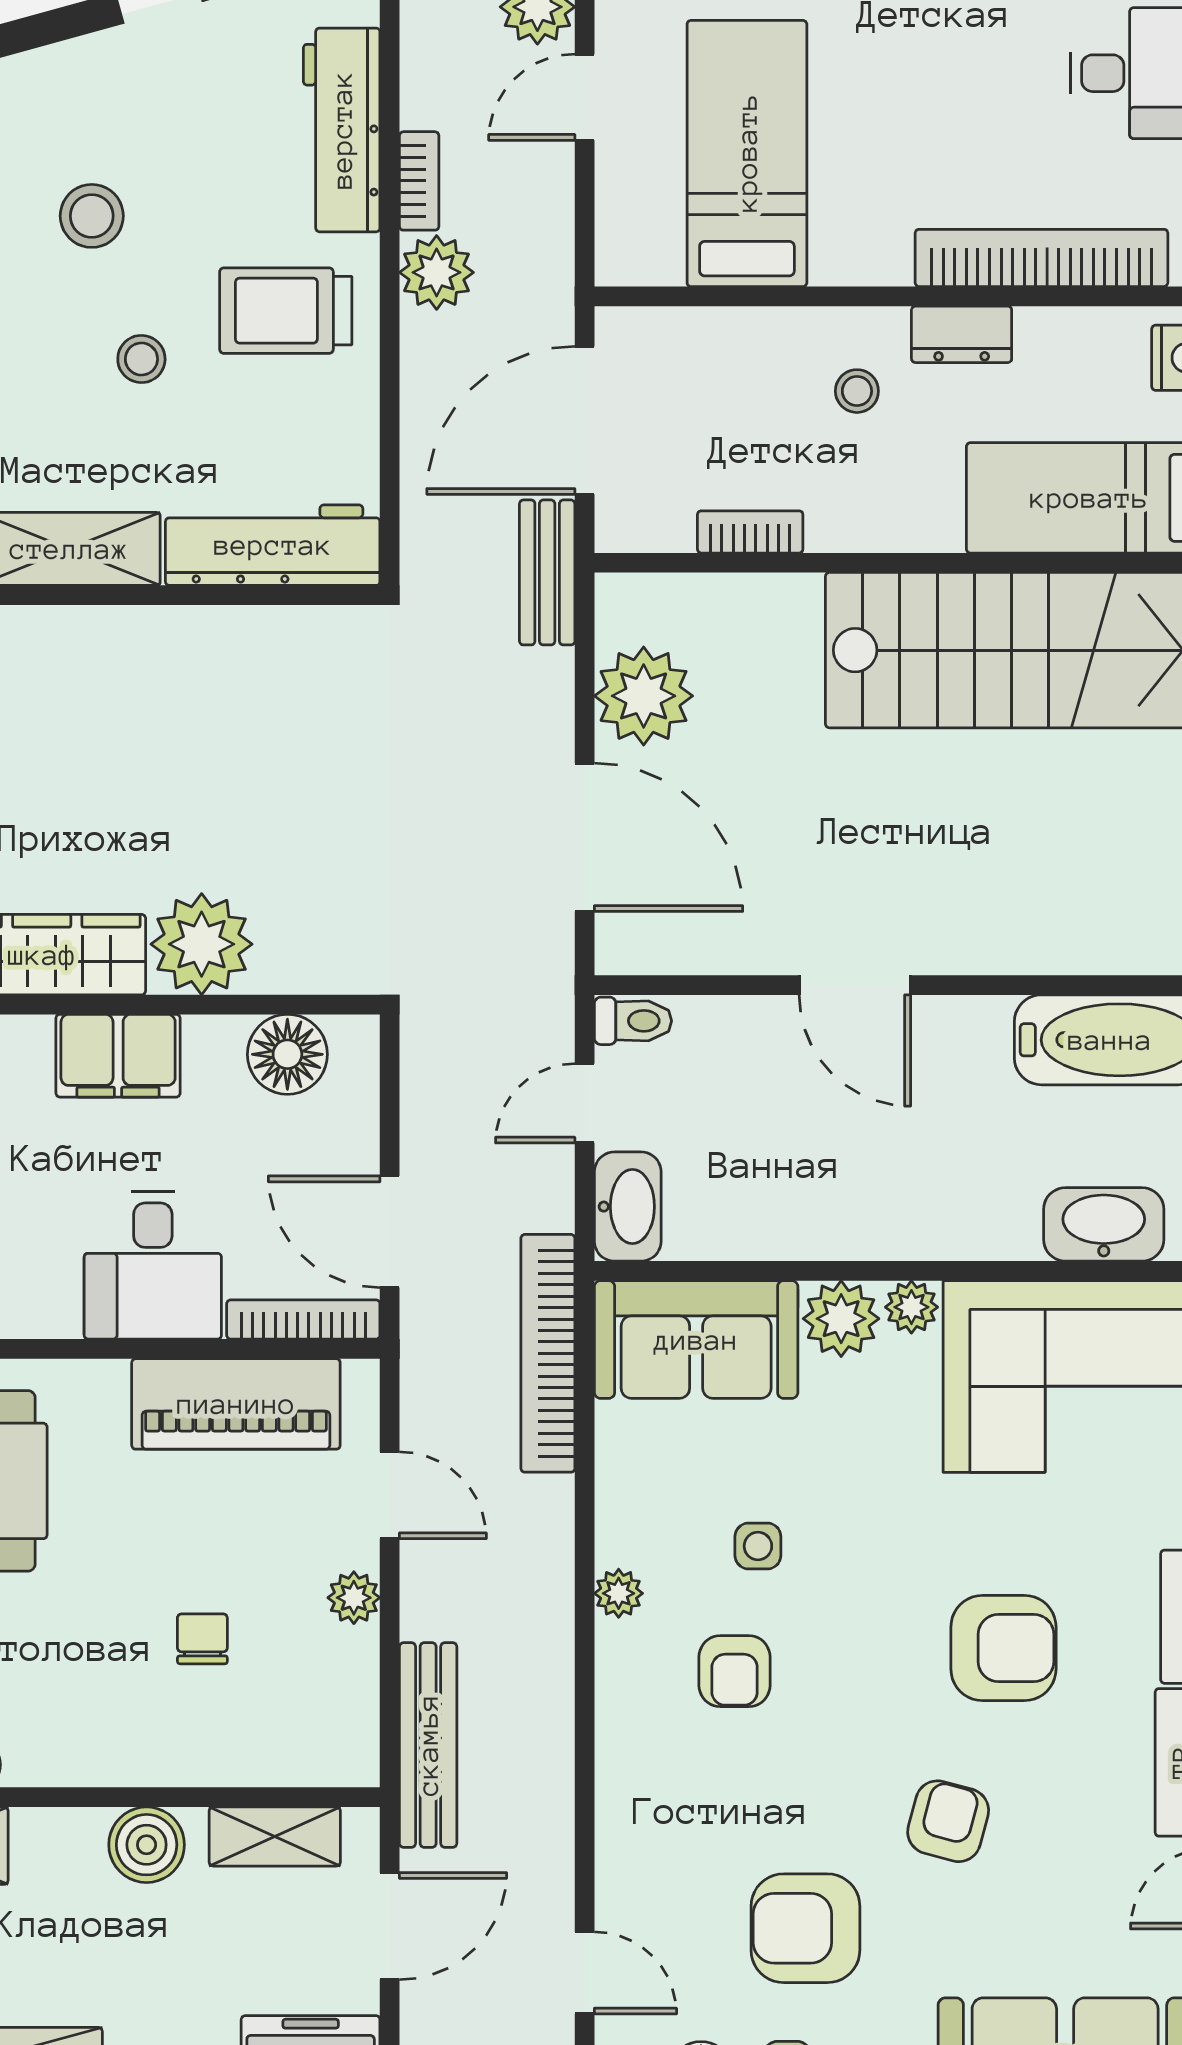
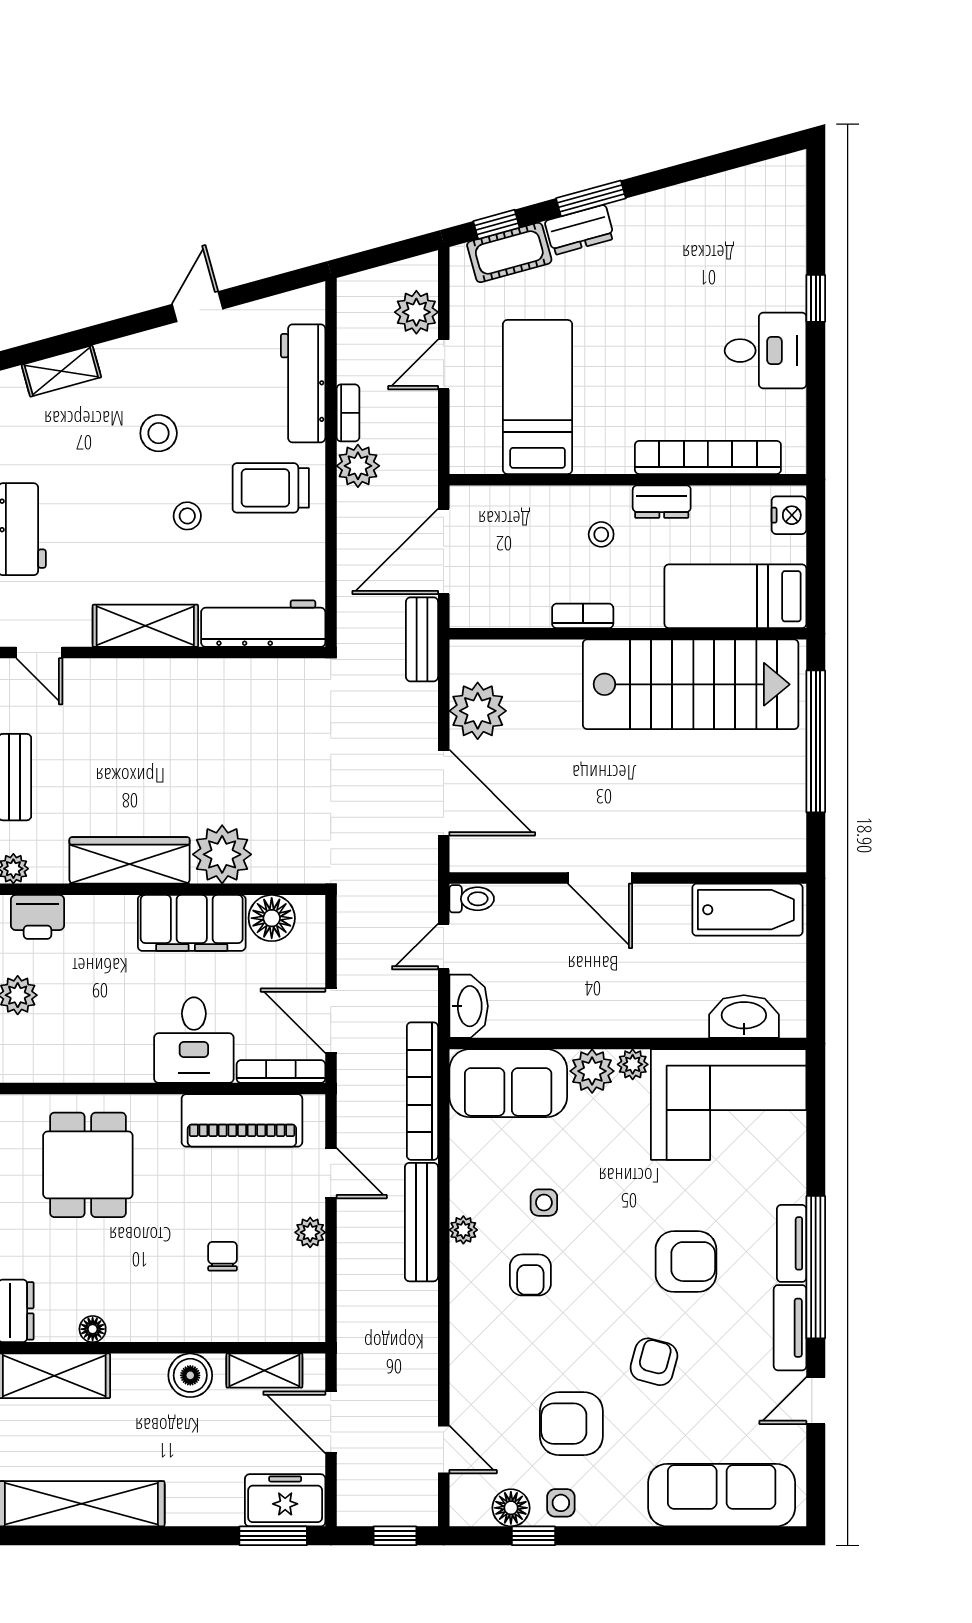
bookcase: (750, 532) -> (583, 616), moved
filing cabinet: (118, 1056) -> (192, 923), width x1.50, depth x1.17
bench: (428, 1745) -> (421, 1222), moved
door: (390, 1926) -> (331, 1422), swing flipped

